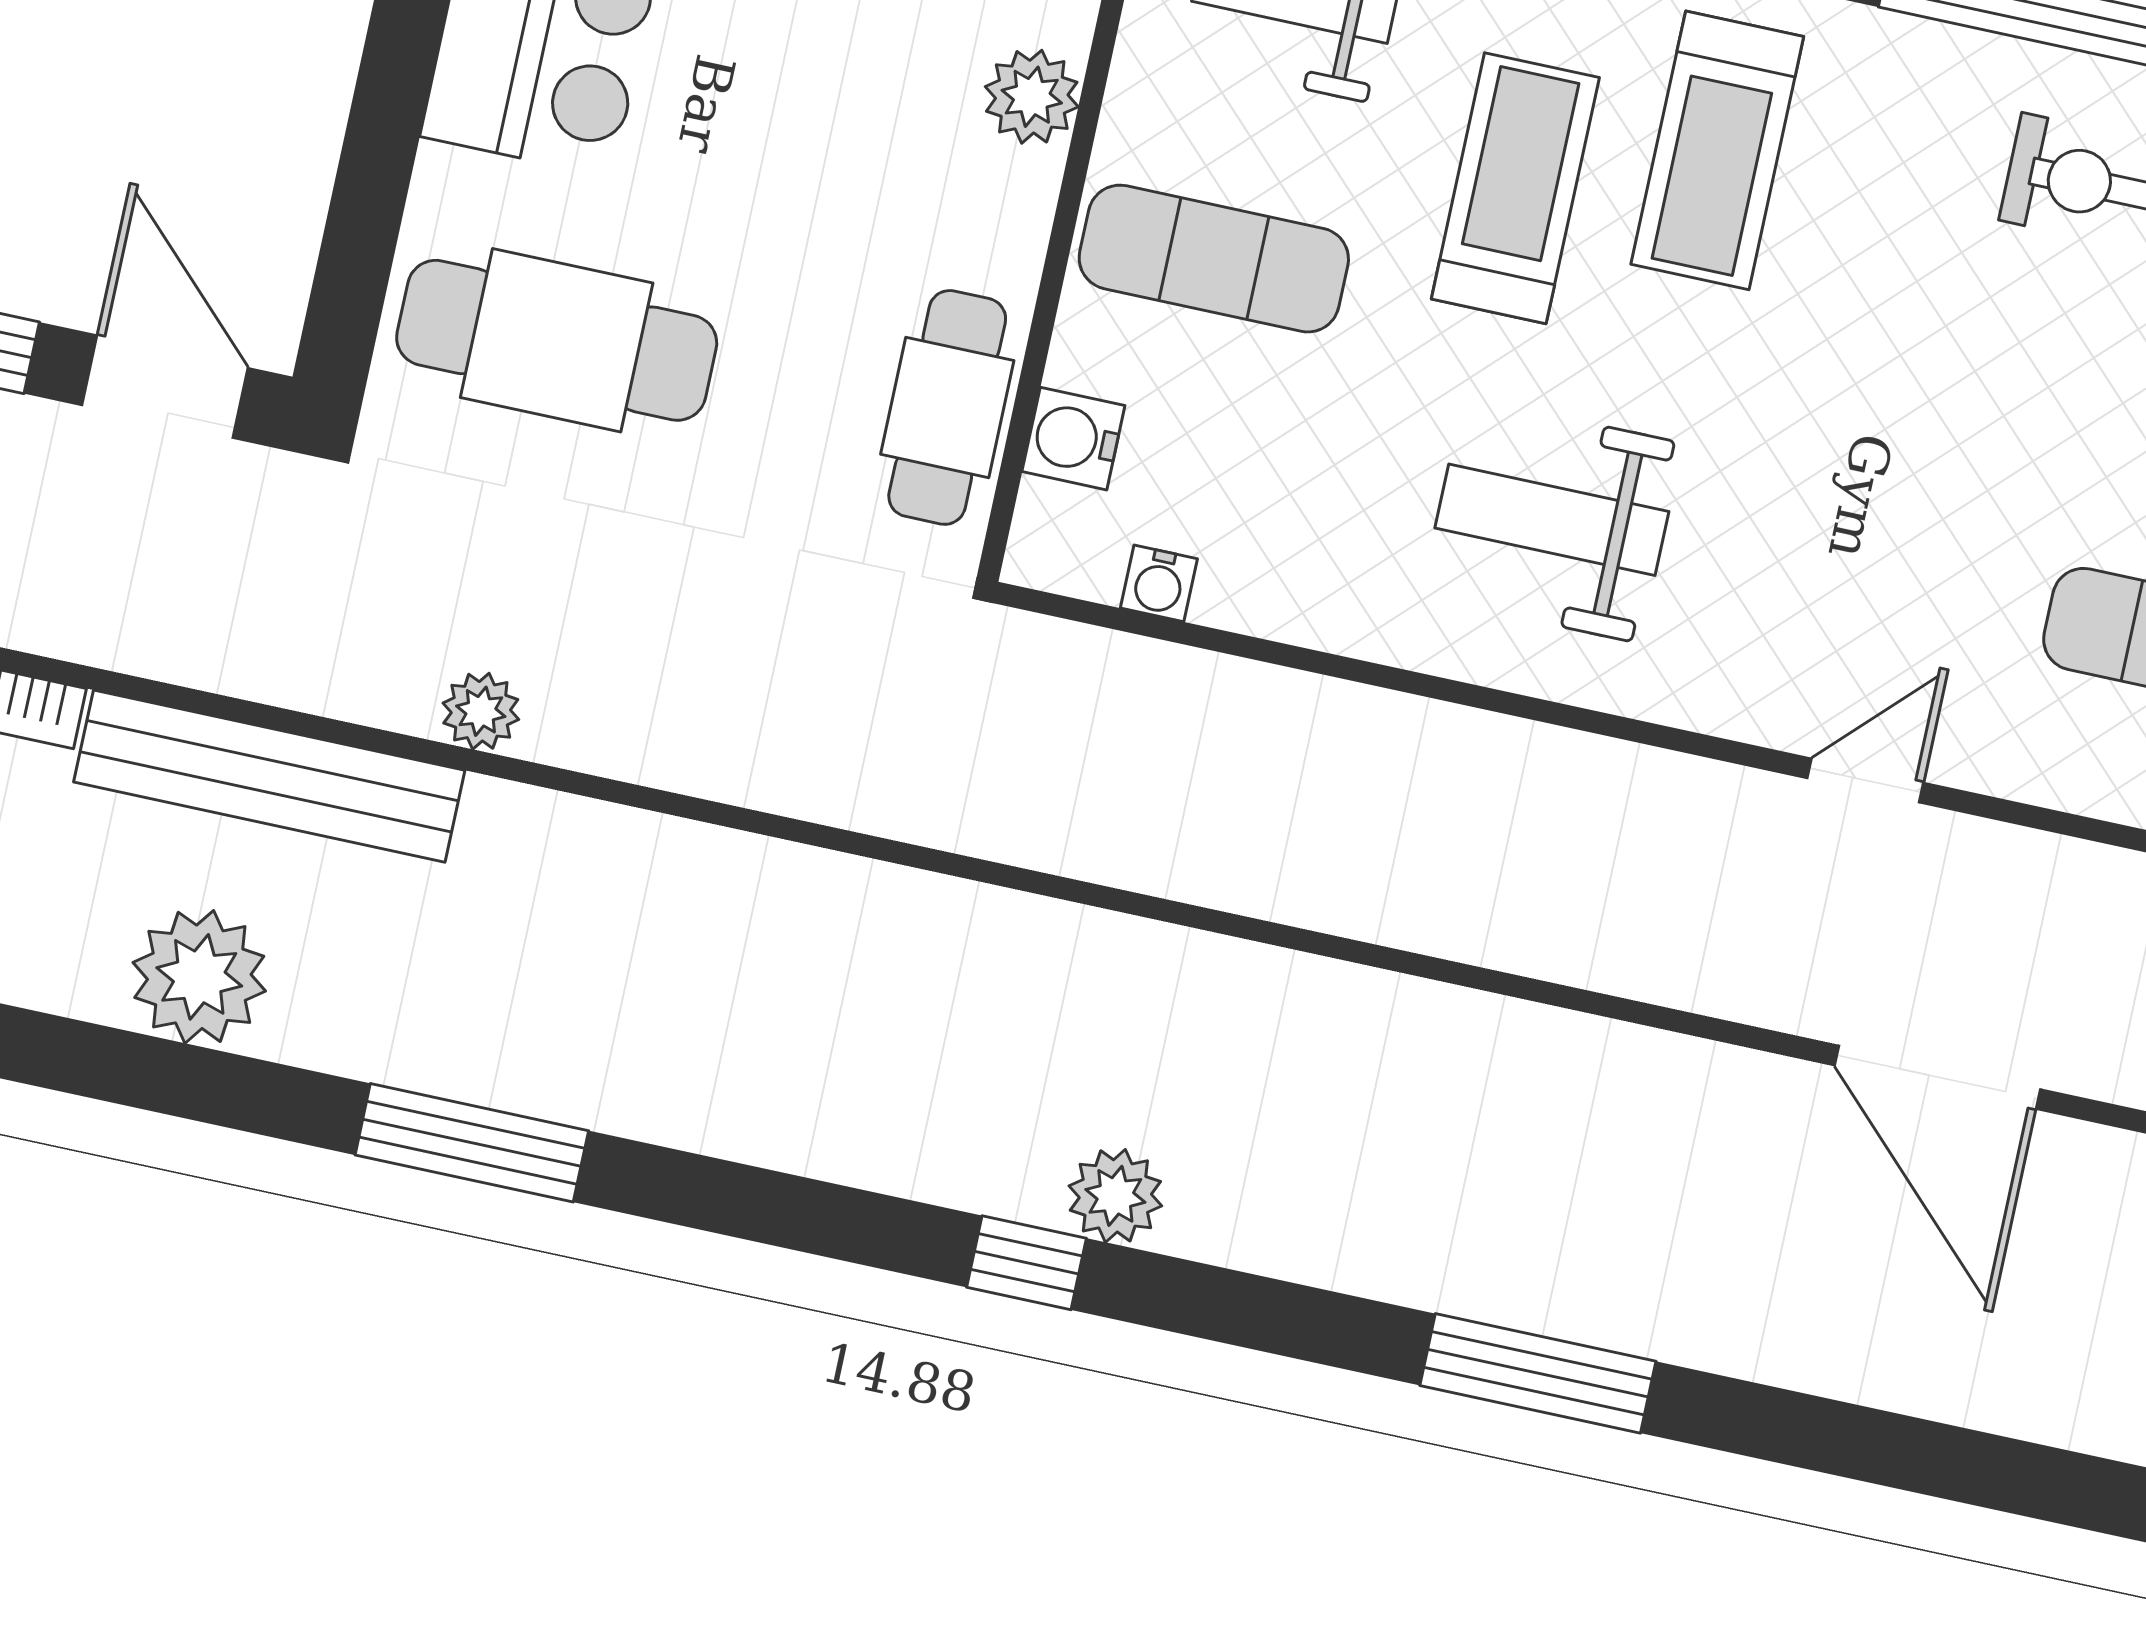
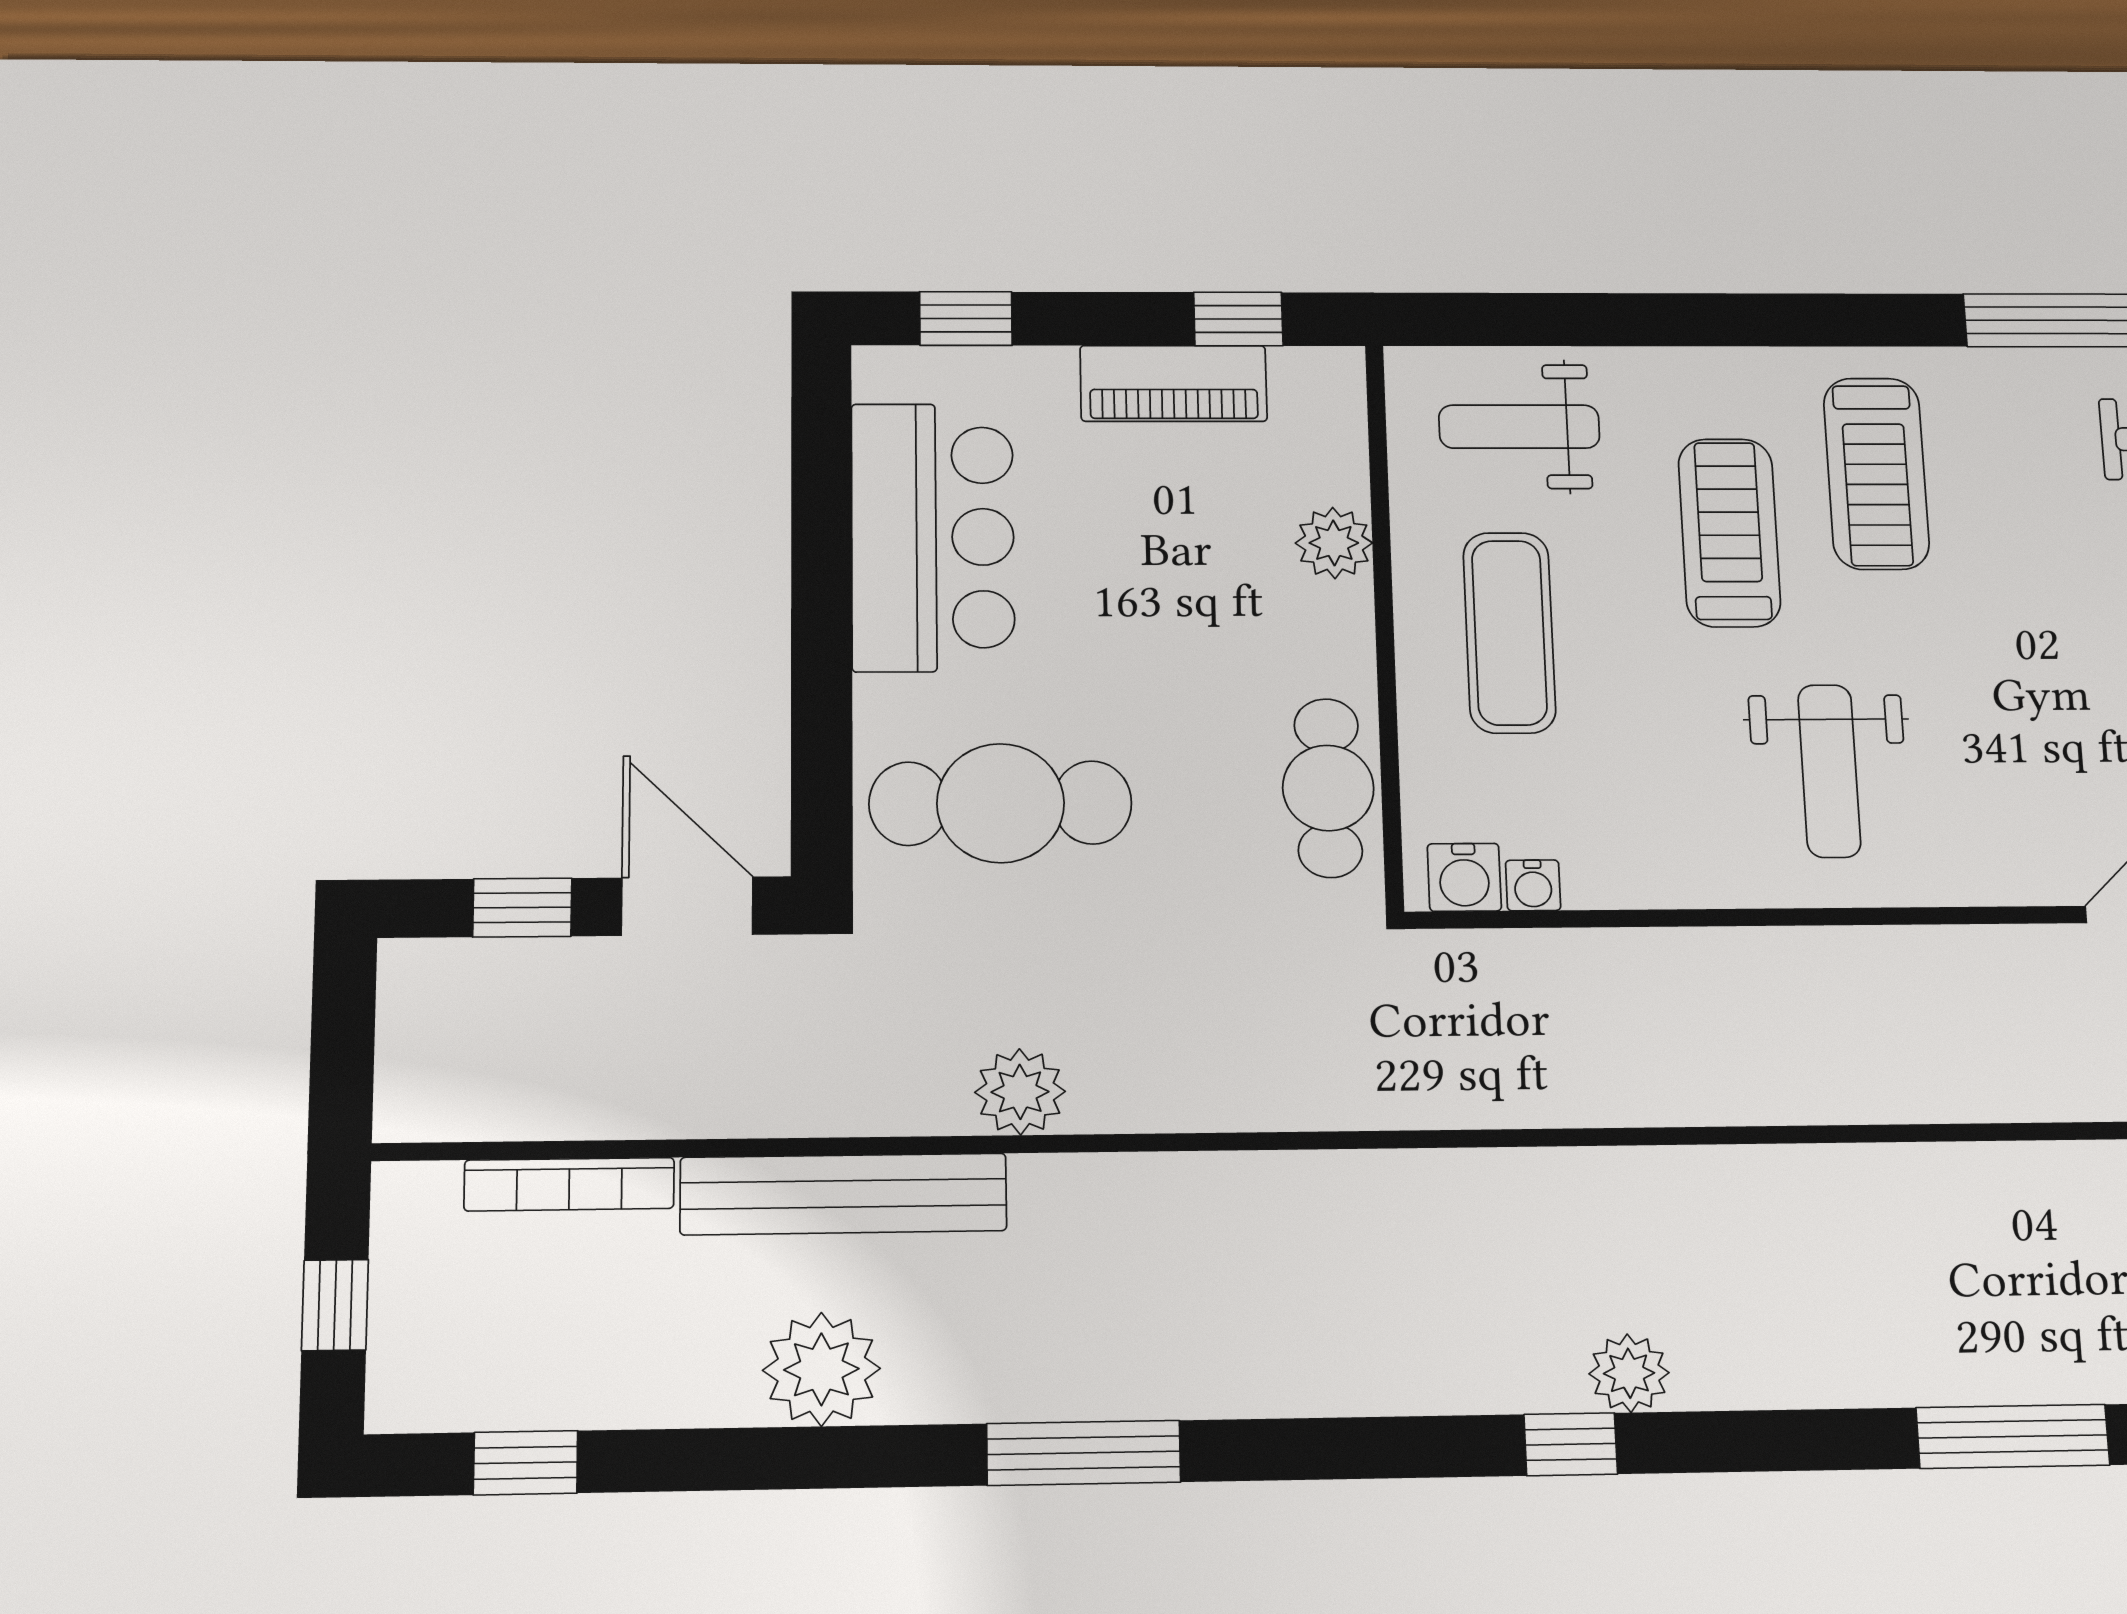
exercise mat: (1214, 259) -> (1509, 633), turned 90
water cooler: (1073, 439) -> (1464, 877), moved, turned -90
weight bench: (1552, 520) -> (1829, 771), turned -90
plant: (481, 711) -> (1020, 1092), width x1.38, depth x1.38

